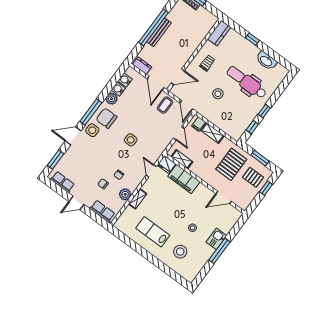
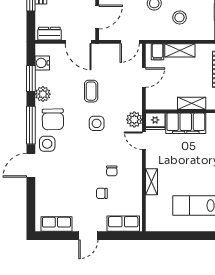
water cooler: (118, 89) -> (42, 78), removed
coffee table: (165, 105) -> (91, 91), moved
door: (186, 106) -> (130, 42), hinge flipped
stool: (227, 113) -> (179, 17), added
chair: (106, 118) -> (53, 119), turned -91
door: (179, 133) -> (144, 78), hinge flipped
shelving: (182, 159) -> (192, 103), moved
window: (56, 160) -> (31, 79), moved
plant: (125, 194) -> (134, 120), moved

